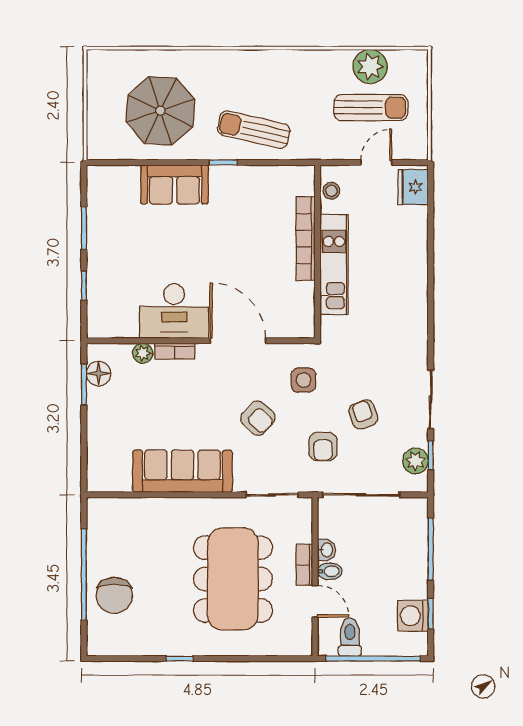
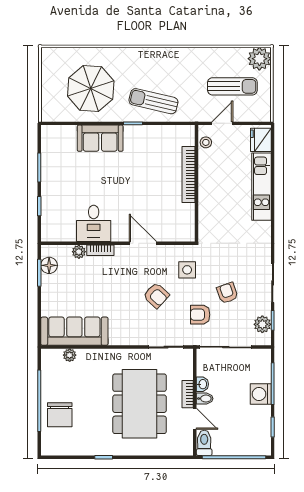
plant: (370, 67) -> (259, 59), moved
door: (376, 163) -> (222, 123), moved
kitchen unit: (334, 265) -> (261, 187), moved, turned 180
desk: (174, 311) -> (94, 223), width x0.73
door: (238, 341) -> (143, 243), width x0.73
armchair: (323, 447) -> (200, 315), turned 90
sofa: (182, 471) -> (74, 331), moved
plant: (129, 507) -> (70, 355), added
washing machine: (413, 616) -> (261, 394), moved
toilet: (350, 637) -> (204, 443), moved

